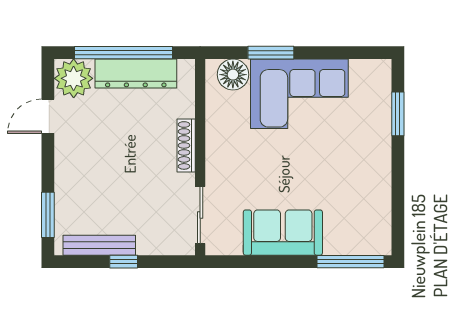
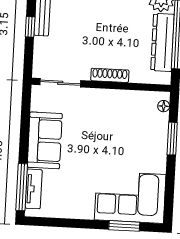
floor lamp: (233, 75) -> (164, 106), width x0.53, depth x0.53
corner sofa: (299, 94) -> (130, 197), moved, turned 90
tv unit: (352, 245) -> (34, 189), added

